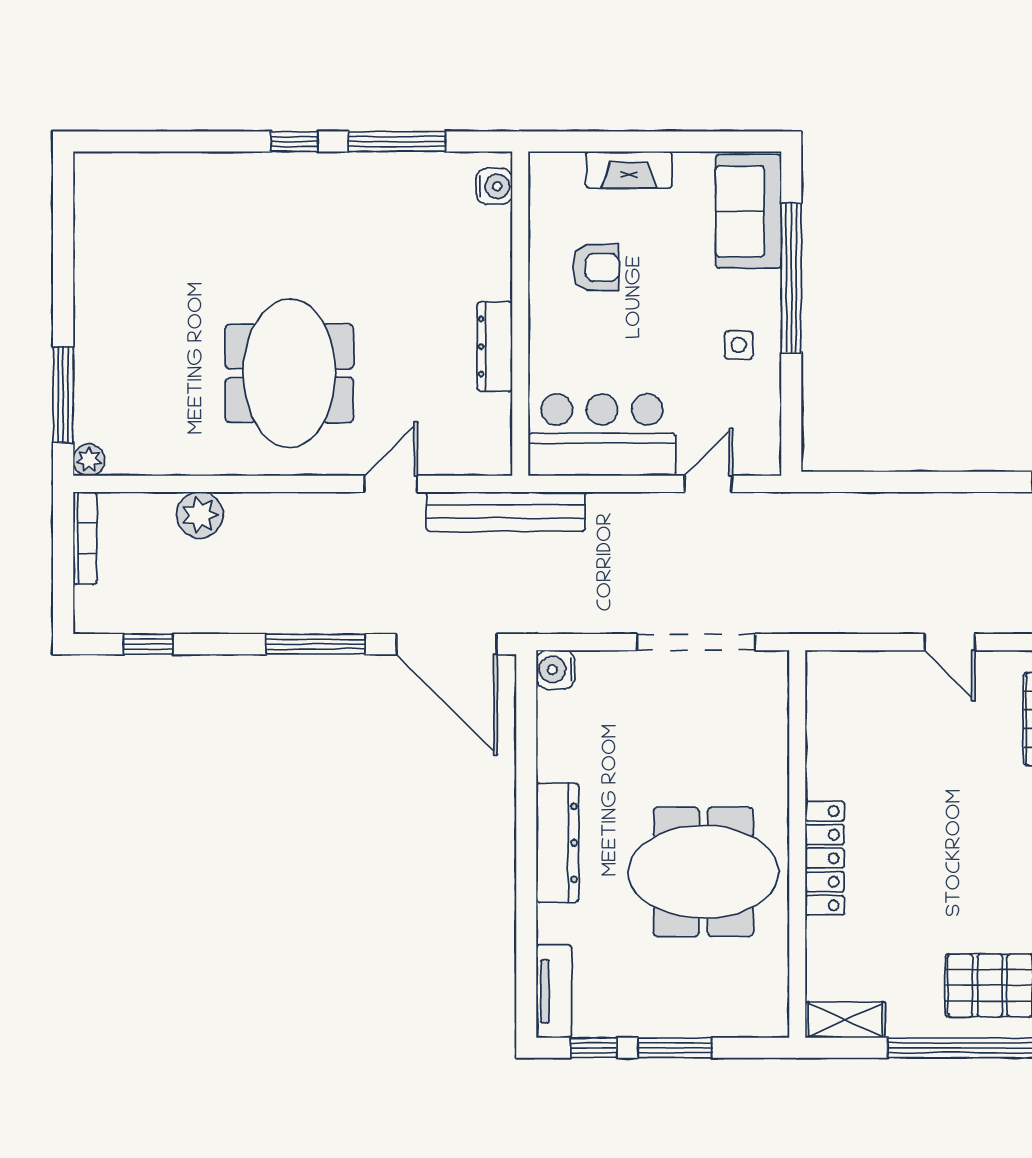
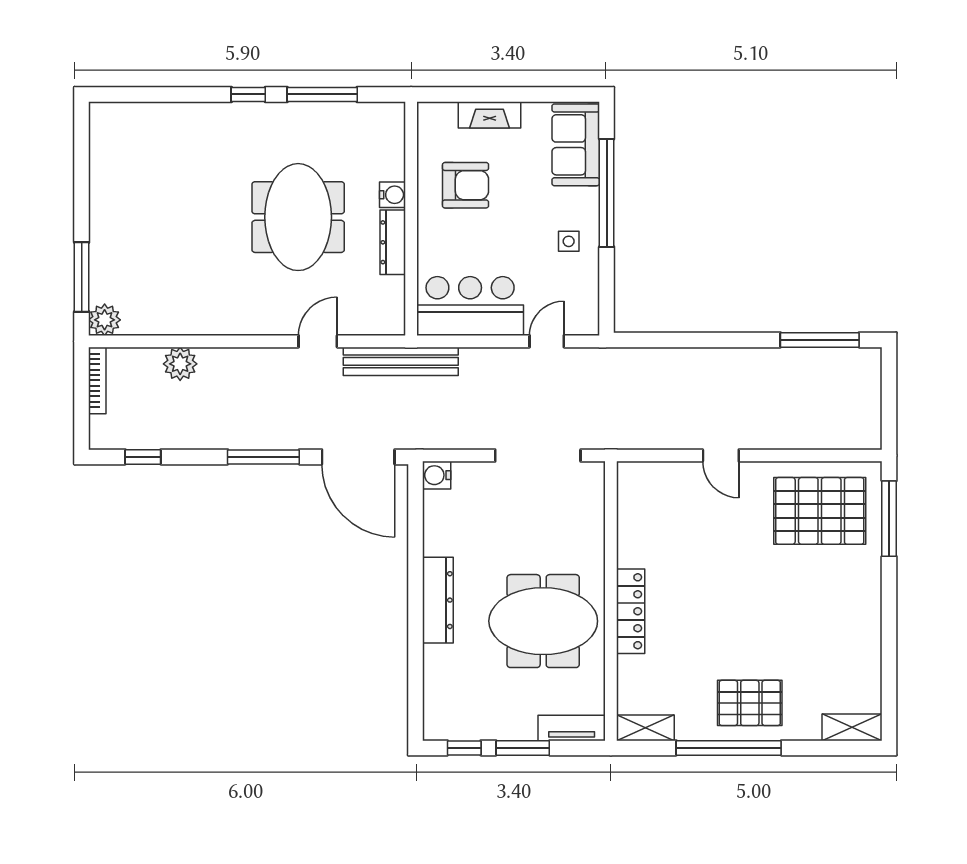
water cooler: (494, 186) -> (393, 195), moved
armchair: (596, 267) -> (466, 185), width x1.38, depth x1.38
meeting table: (289, 373) -> (298, 217), moved
plant: (89, 460) -> (105, 320), width x1.38, depth x1.38
tv unit: (554, 991) -> (572, 728), moved, turned -90

